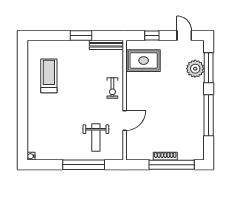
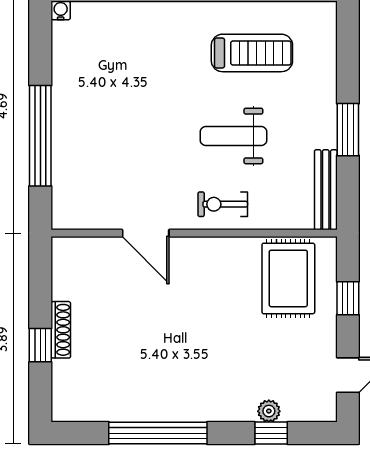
window: (209, 68) -> (271, 433), width x0.46
plant: (195, 69) -> (269, 411), width x0.53, depth x0.53
weight bench: (96, 138) -> (233, 136), moved
window: (172, 165) -> (40, 345), width x0.32

